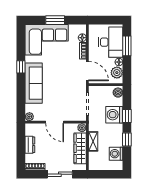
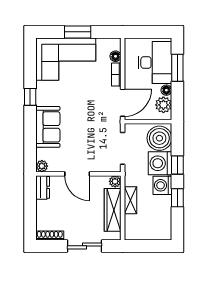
door: (87, 71) -> (123, 103), hinge flipped
sofa: (34, 83) -> (48, 127), width x0.73
boiler: (118, 93) -> (159, 138), width x1.86, depth x1.86
dresser: (30, 145) -> (43, 187), moved
washing machine: (116, 154) -> (162, 185), moved

